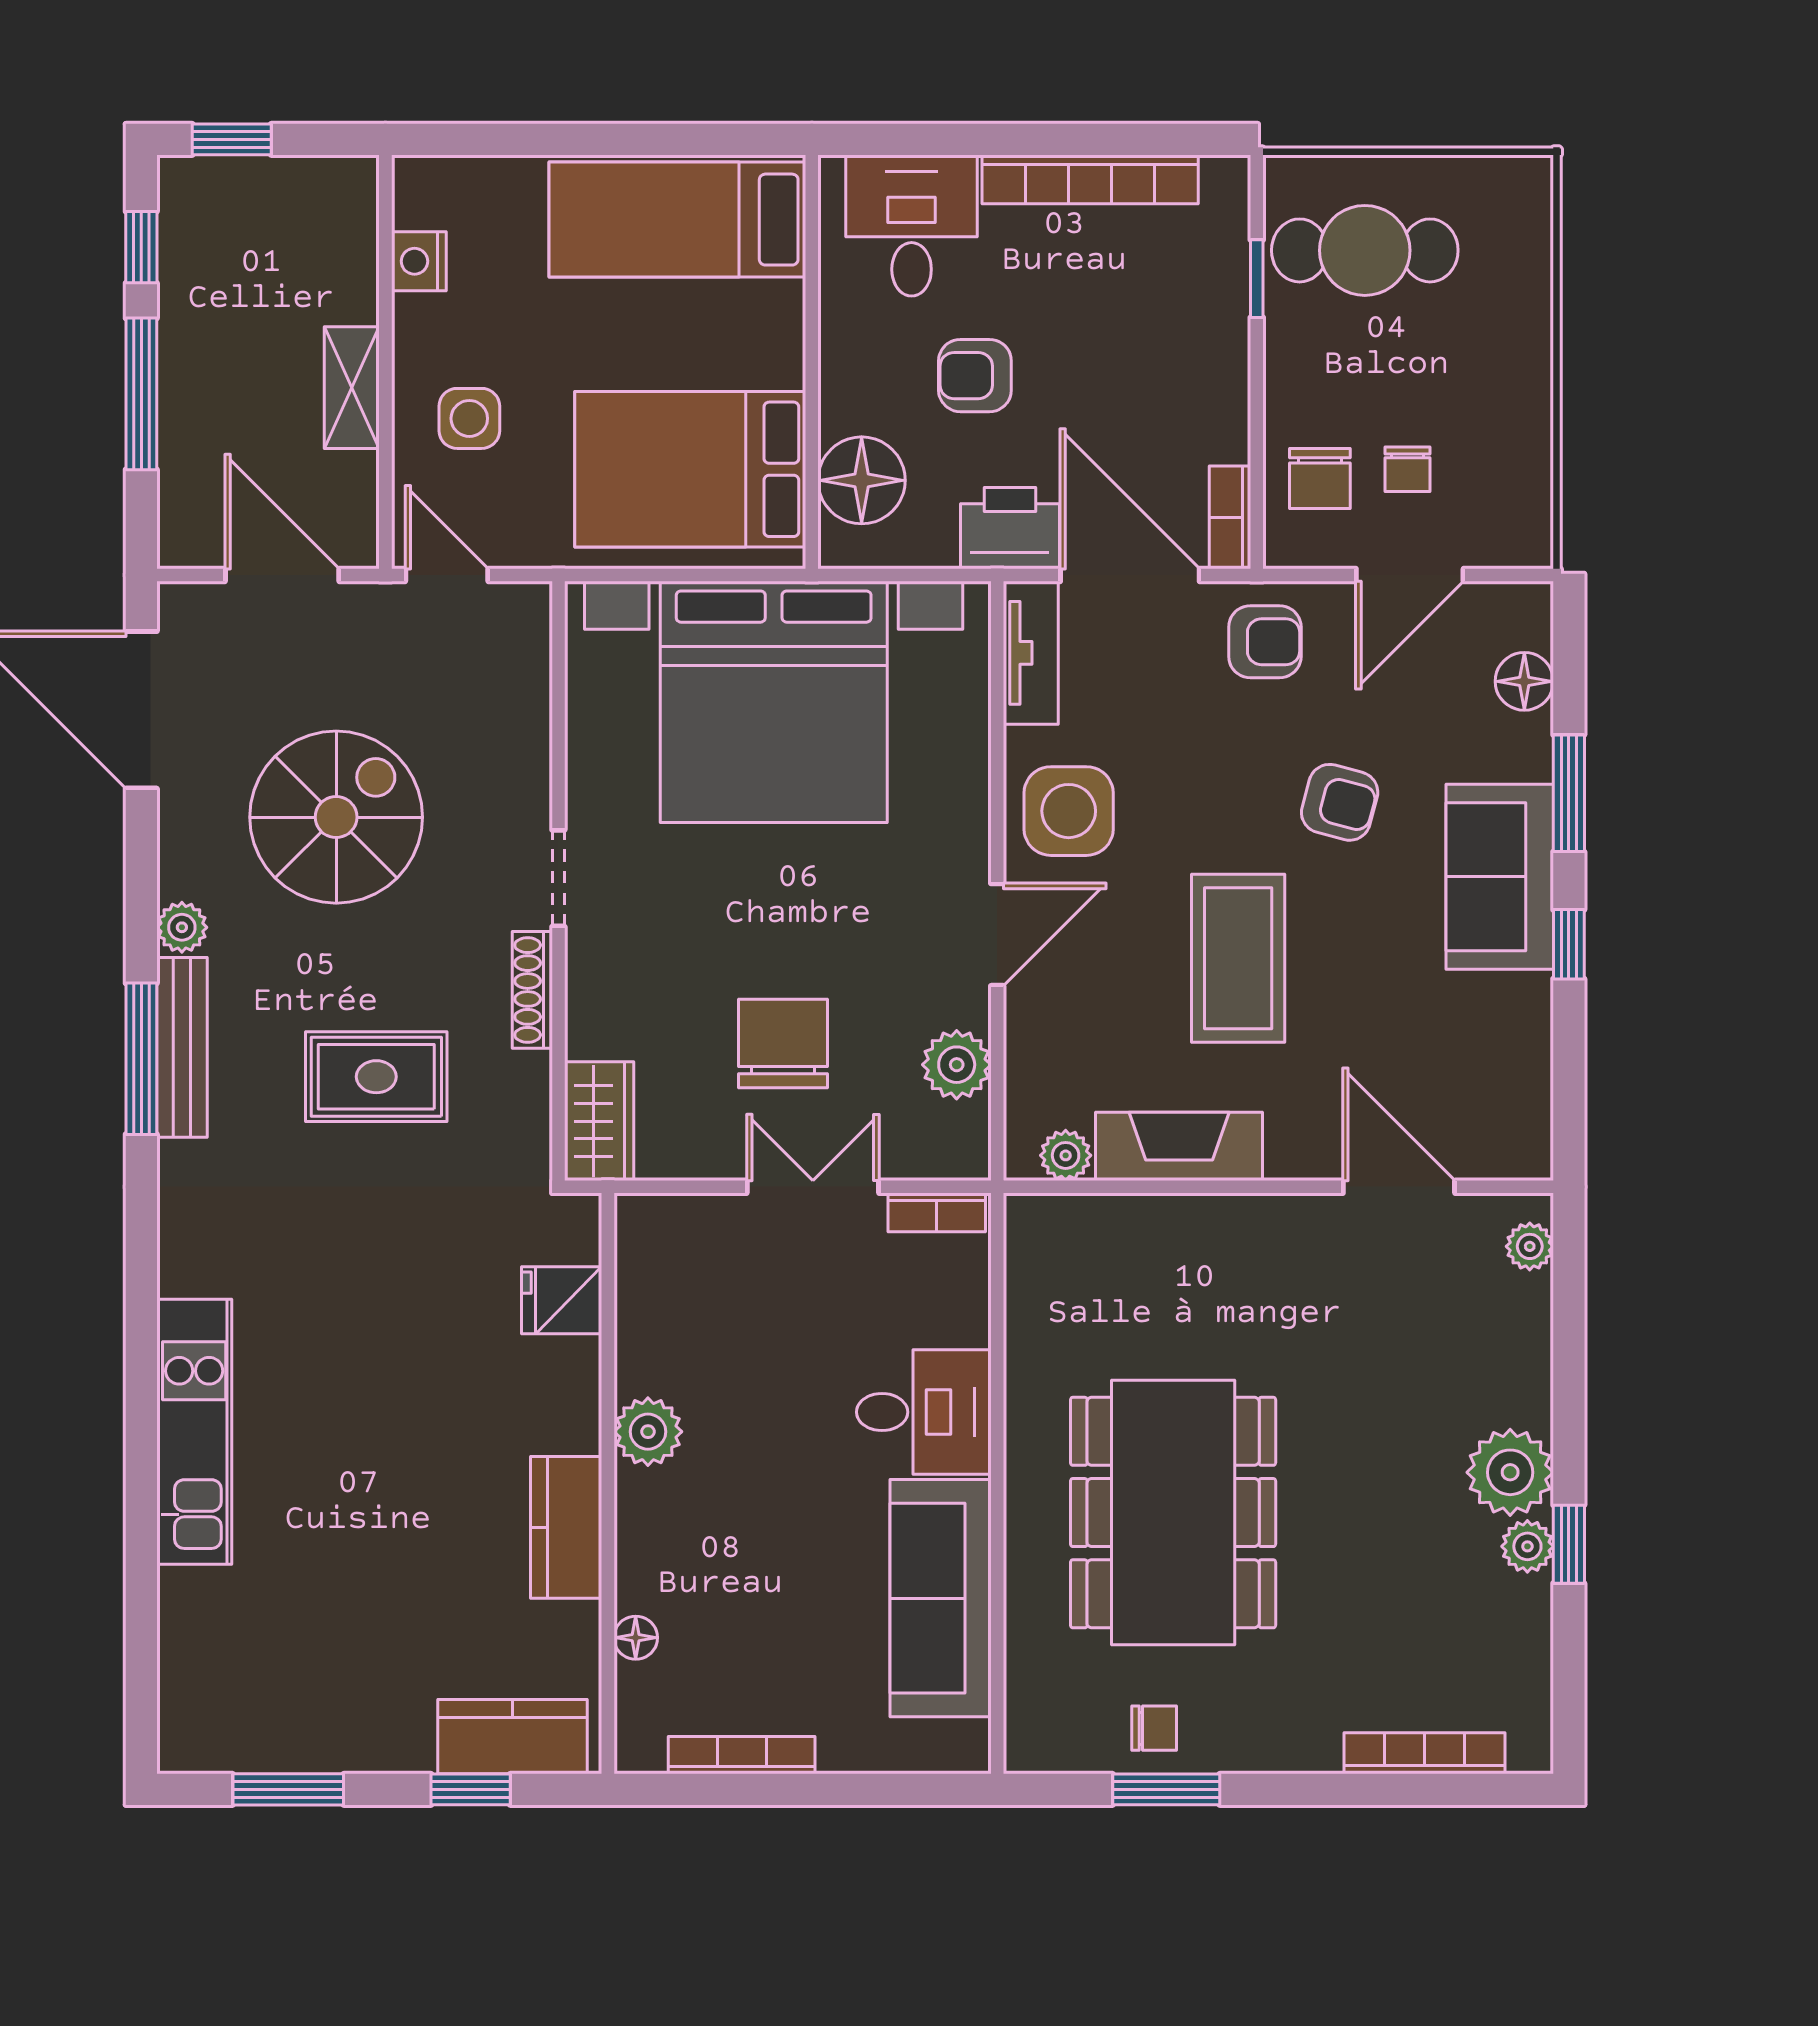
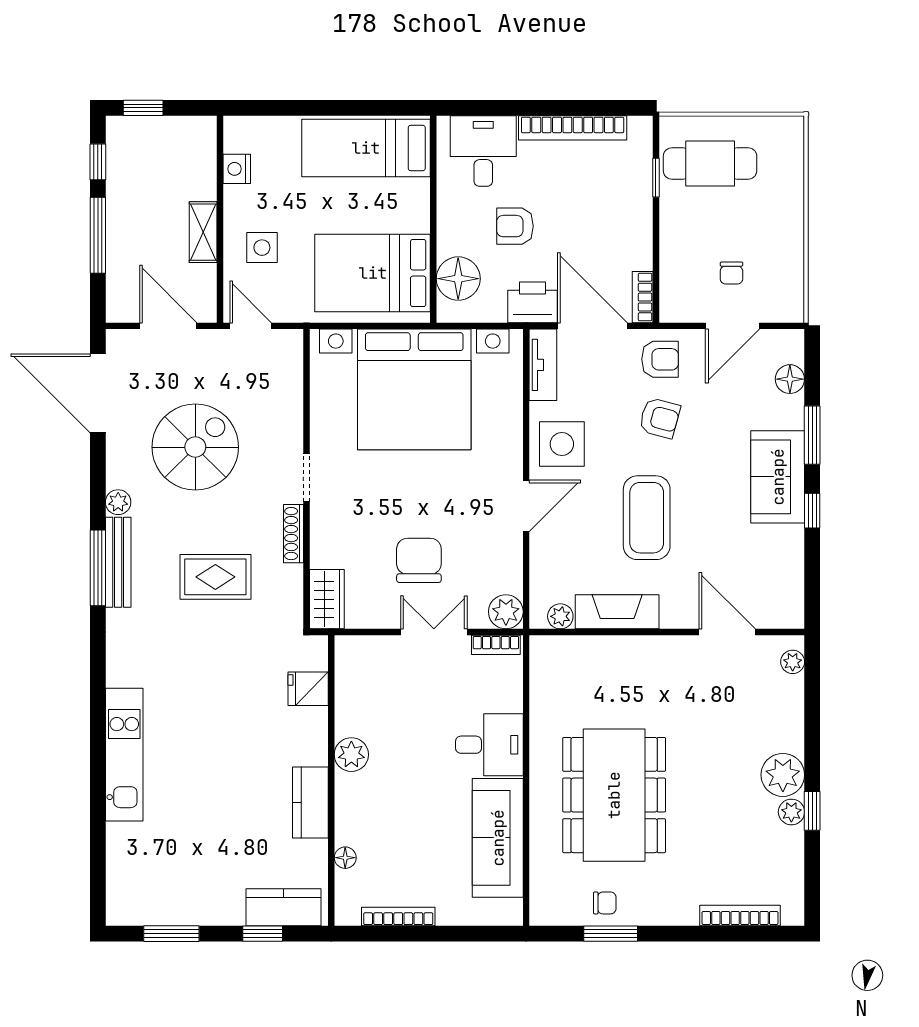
chair: (1320, 479) -> (688, 278), removed
armchair: (1340, 802) -> (660, 418), moved
plant: (957, 1065) -> (506, 612), moved

